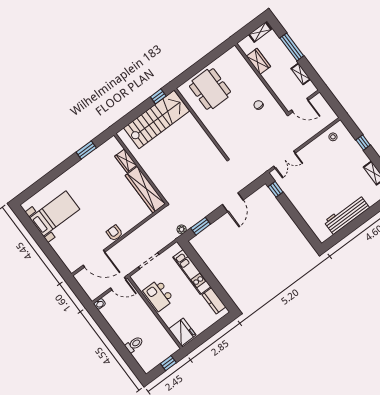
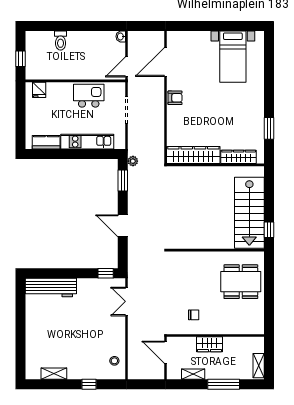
wardrobe: (258, 61) -> (209, 344), moved
door: (300, 105) -> (166, 352), hinge flipped
wardrobe: (126, 161) -> (239, 157), width x1.50
workbench: (347, 215) -> (51, 288), moved, turned 90
fridge: (182, 332) -> (39, 90), width x0.53, depth x0.75

